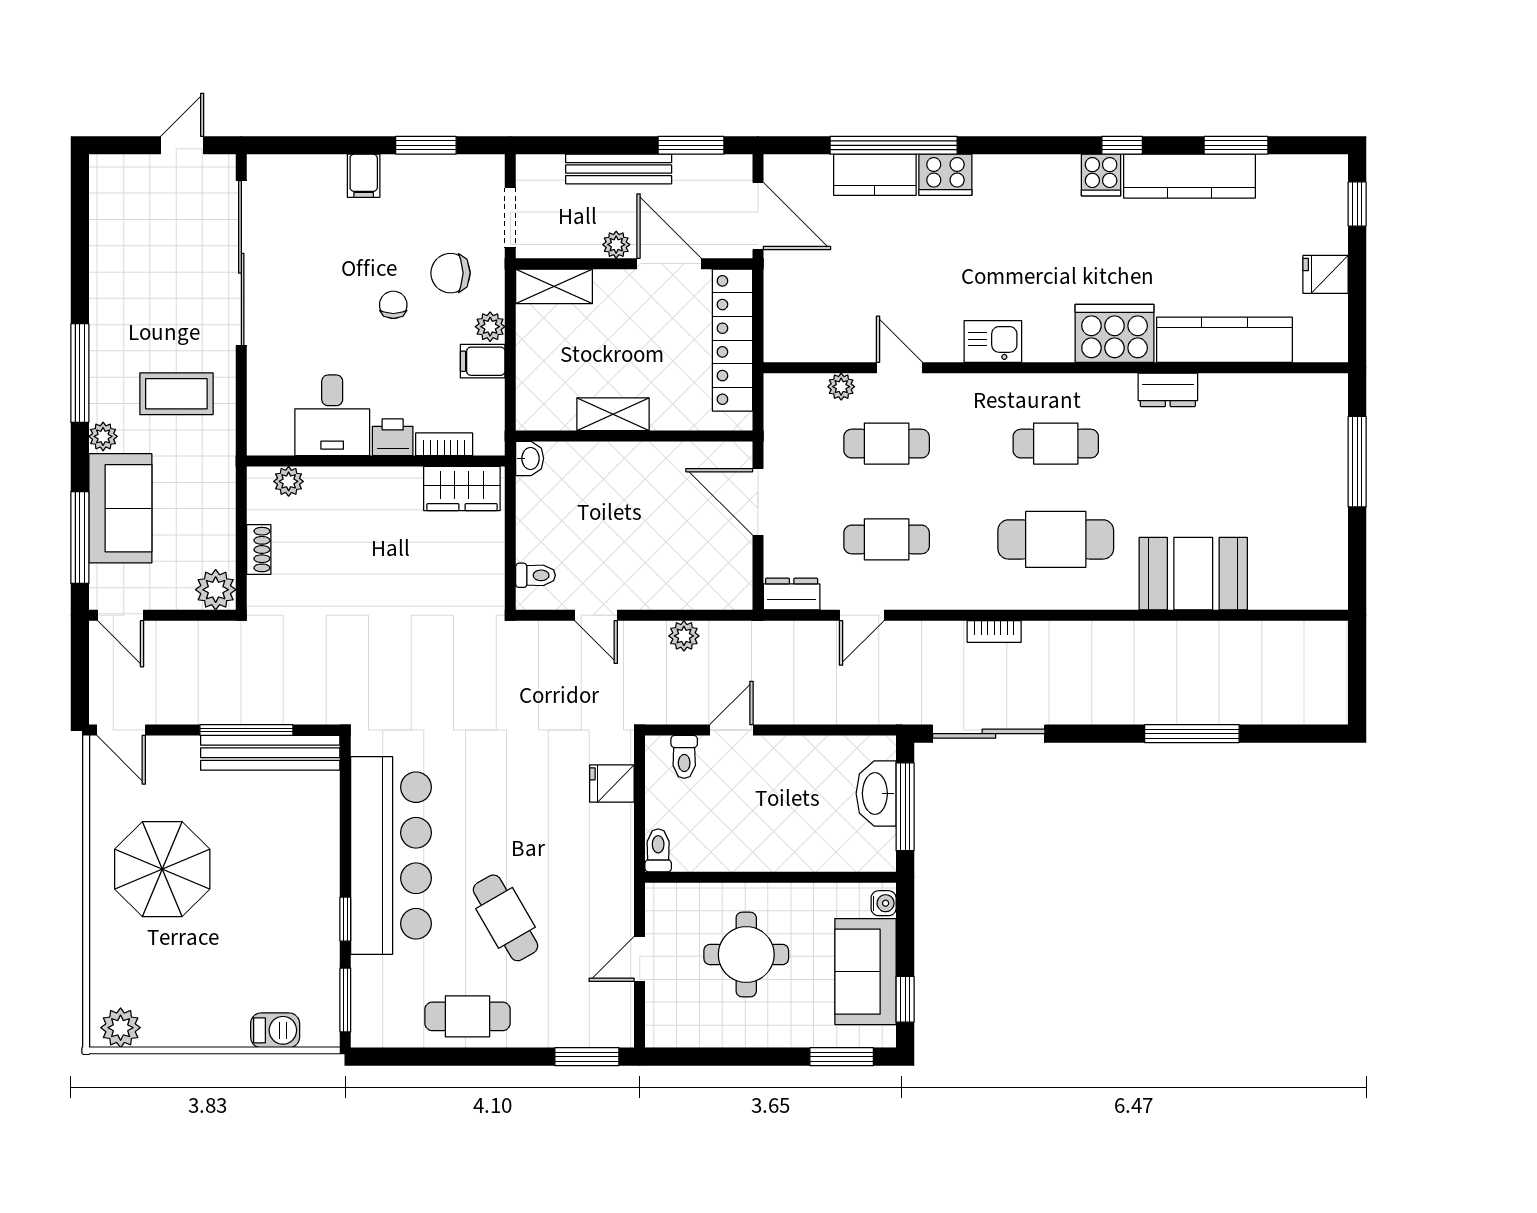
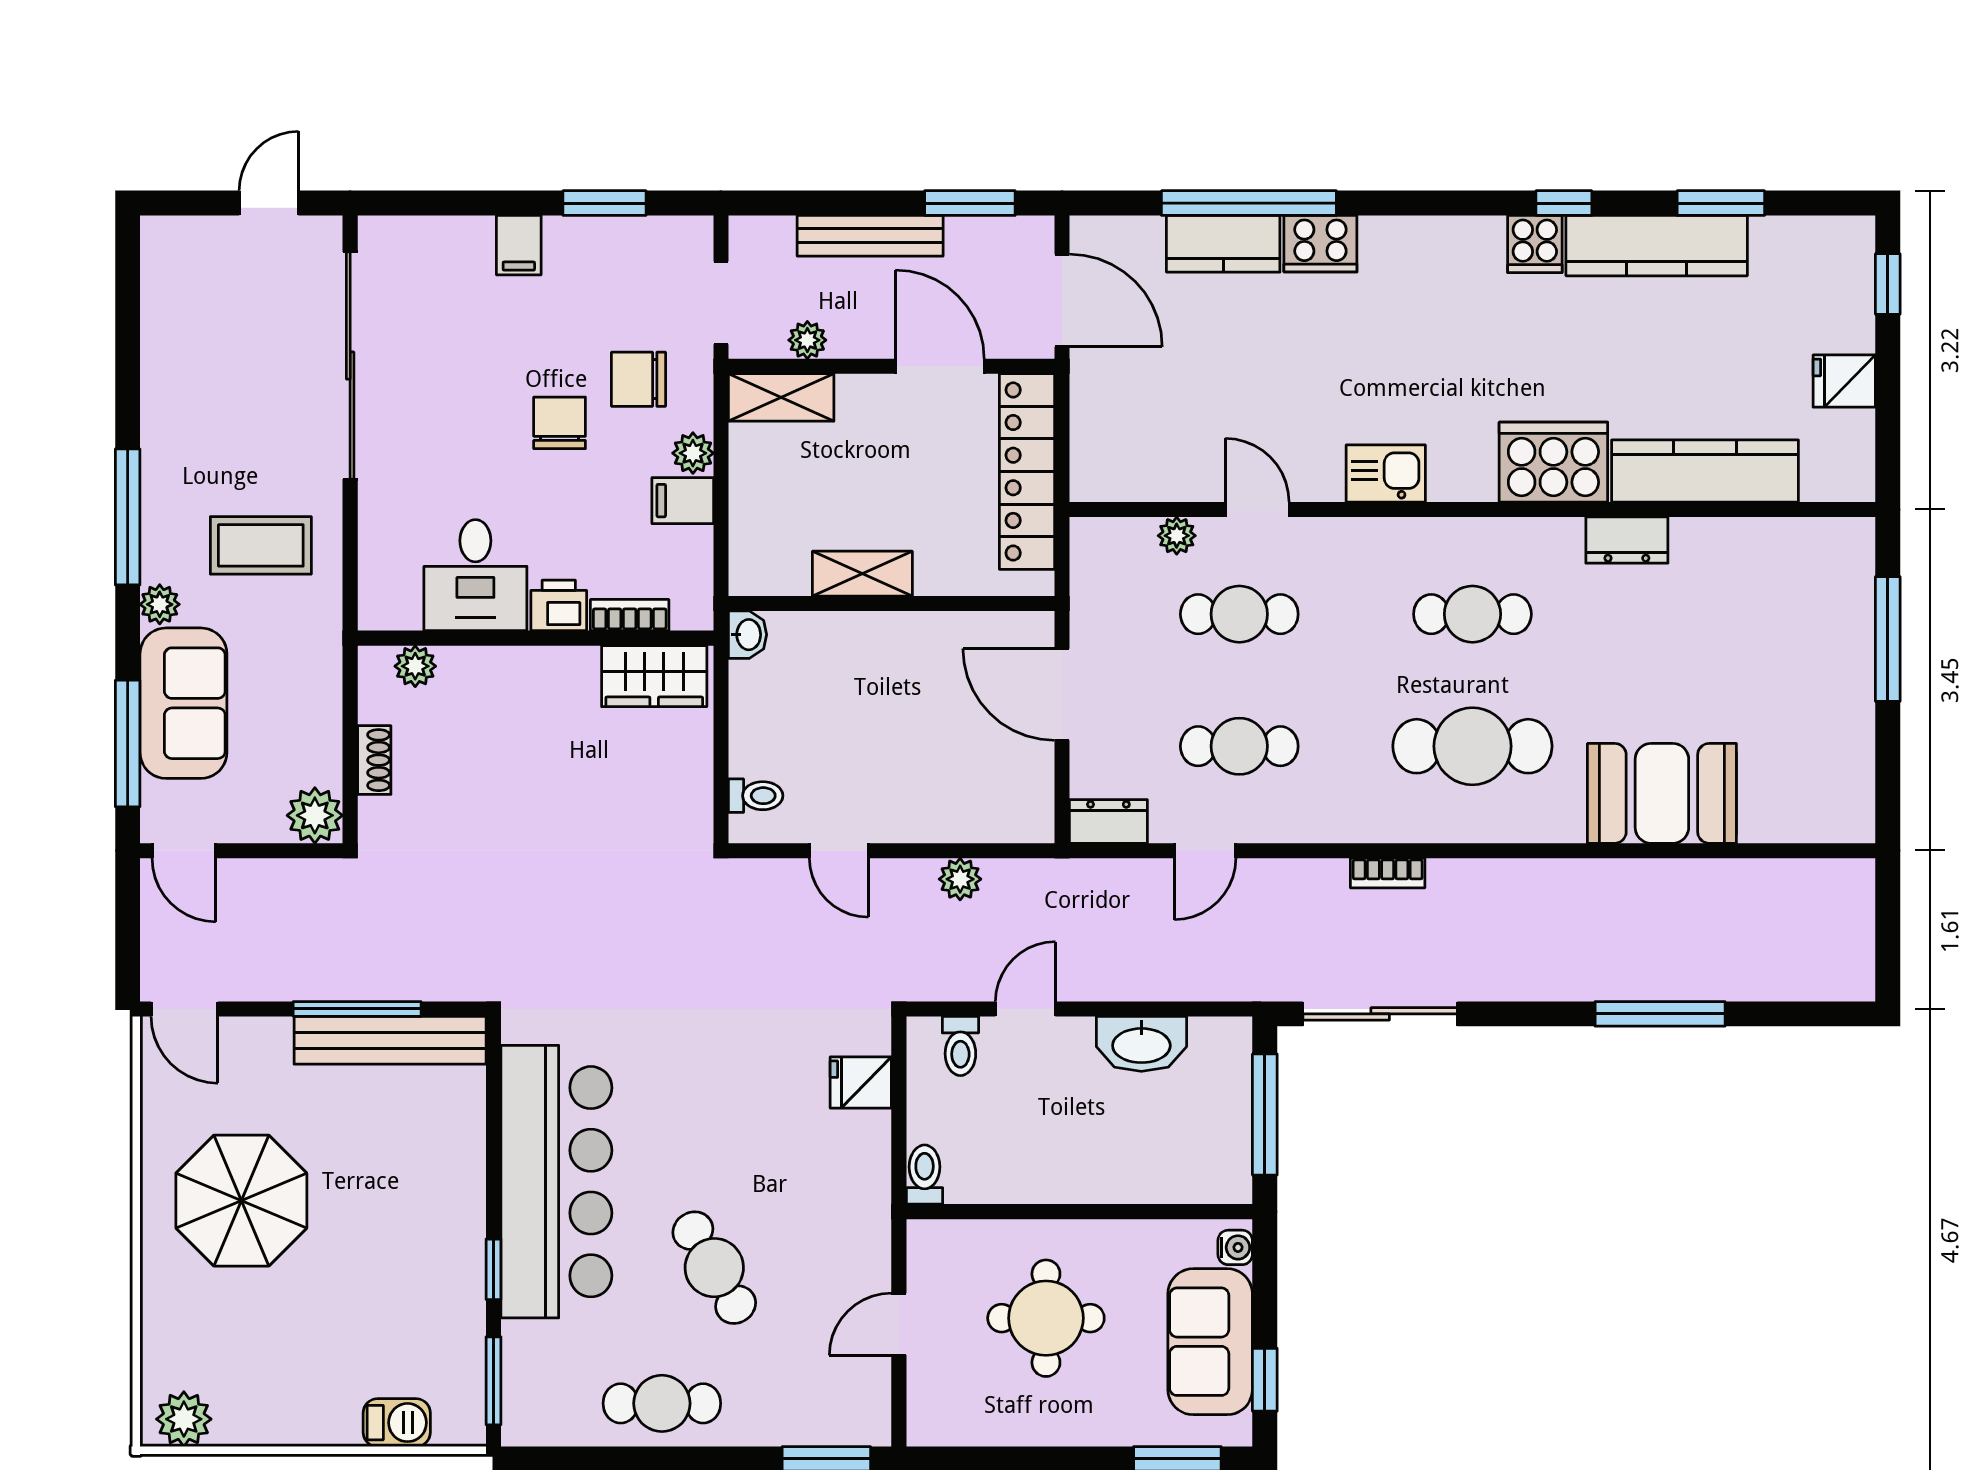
plant: (616, 245) -> (807, 340), moved
chair: (393, 305) -> (560, 423), width x1.37, depth x1.37
washbasin: (876, 794) -> (1141, 1044), moved, turned -90

